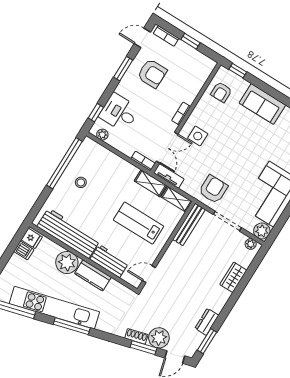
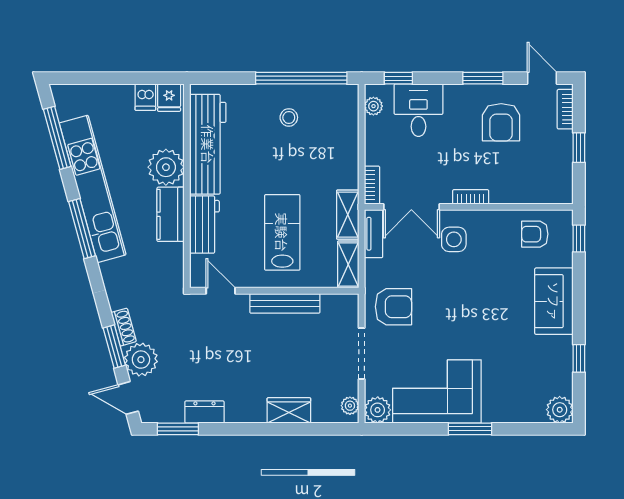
bench: (189, 224) -> (285, 303), moved

